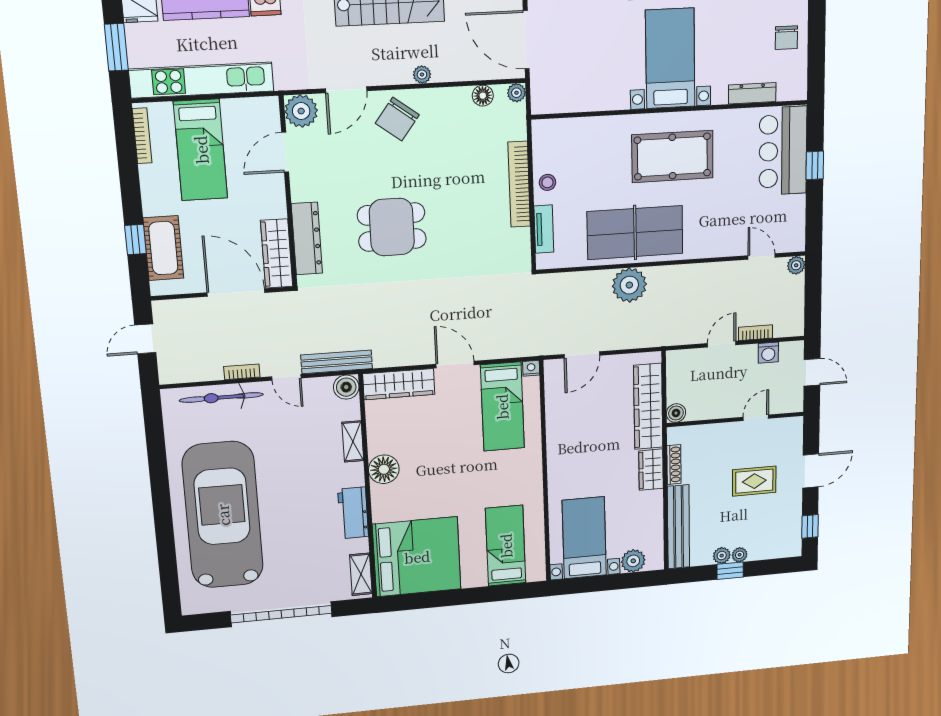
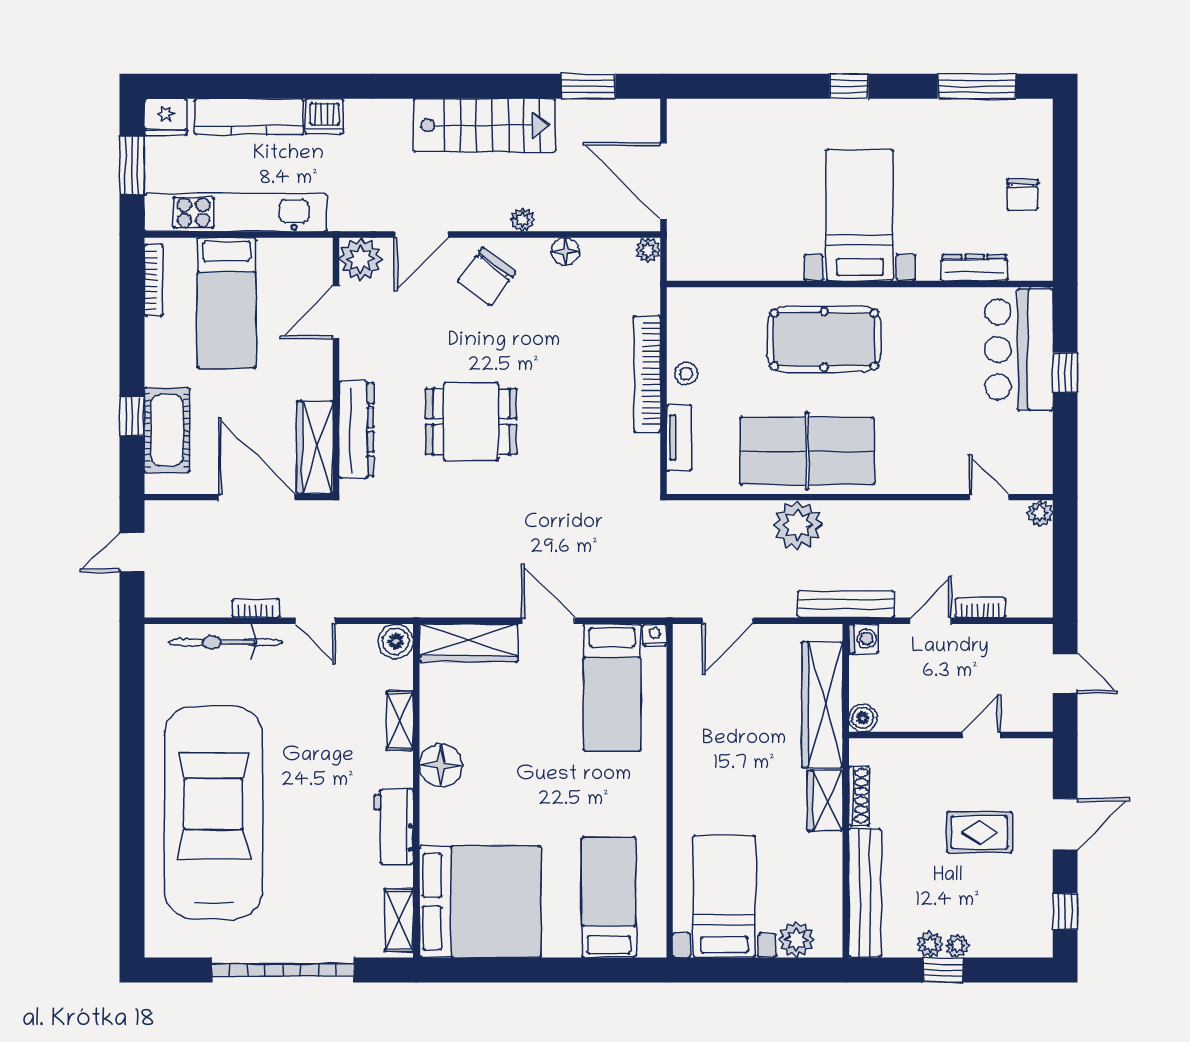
floor lamp: (483, 96) -> (565, 252), moved
pool table: (672, 156) -> (824, 339), moved
washing machine: (768, 353) -> (864, 639), moved, turned -90
bench: (337, 362) -> (846, 604), moved

